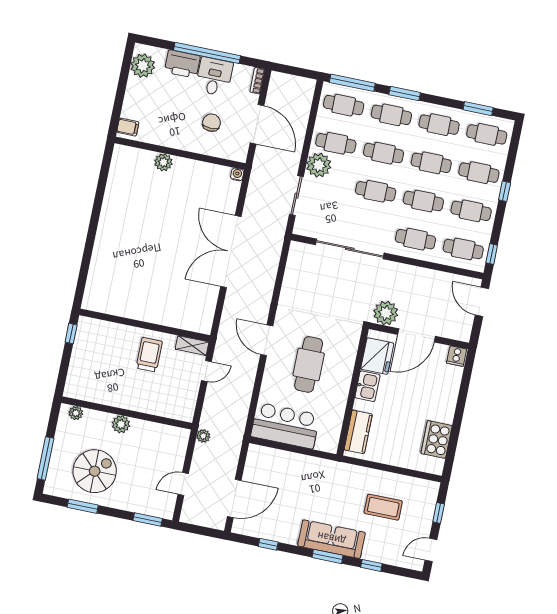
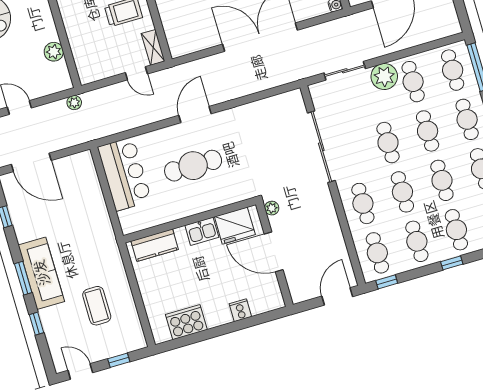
plant: (386, 313) -> (272, 208), width x0.53, depth x0.53
cooker: (457, 356) -> (240, 310), moved, turned 90
plant: (121, 424) -> (54, 52), moved

